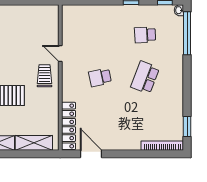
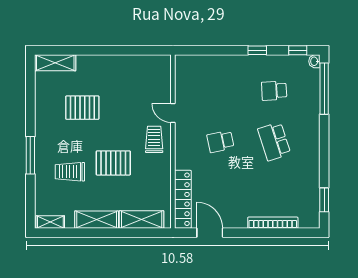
school desk: (145, 77) -> (274, 141), turned -39
bookcase: (162, 146) -> (273, 223), moved

